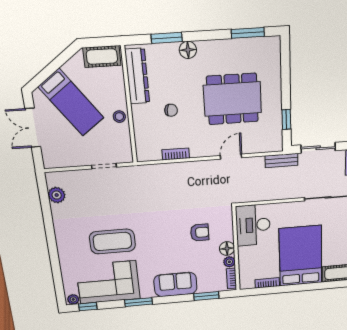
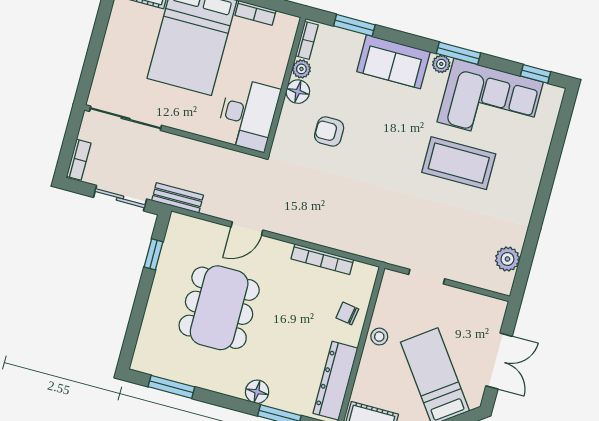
dining table: (233, 99) -> (219, 308), turned 90
chair: (171, 110) -> (347, 313), moved
bookcase: (176, 154) -> (322, 259), width x1.56
plant: (73, 299) -> (441, 64), moved

